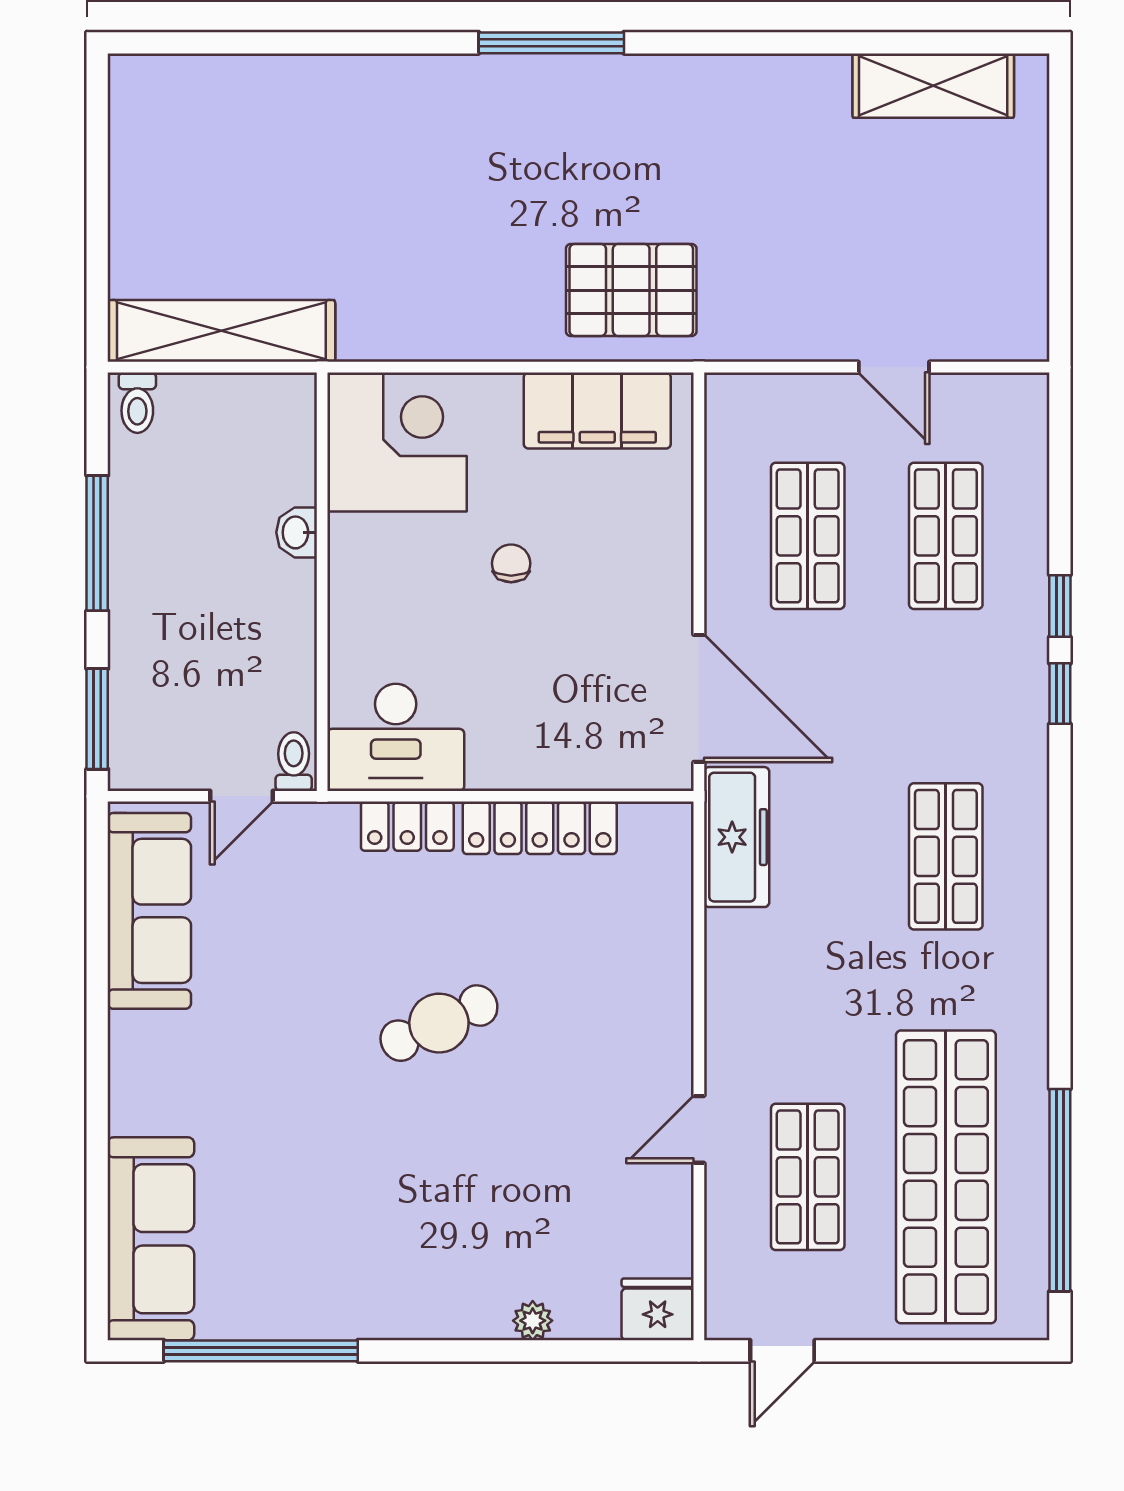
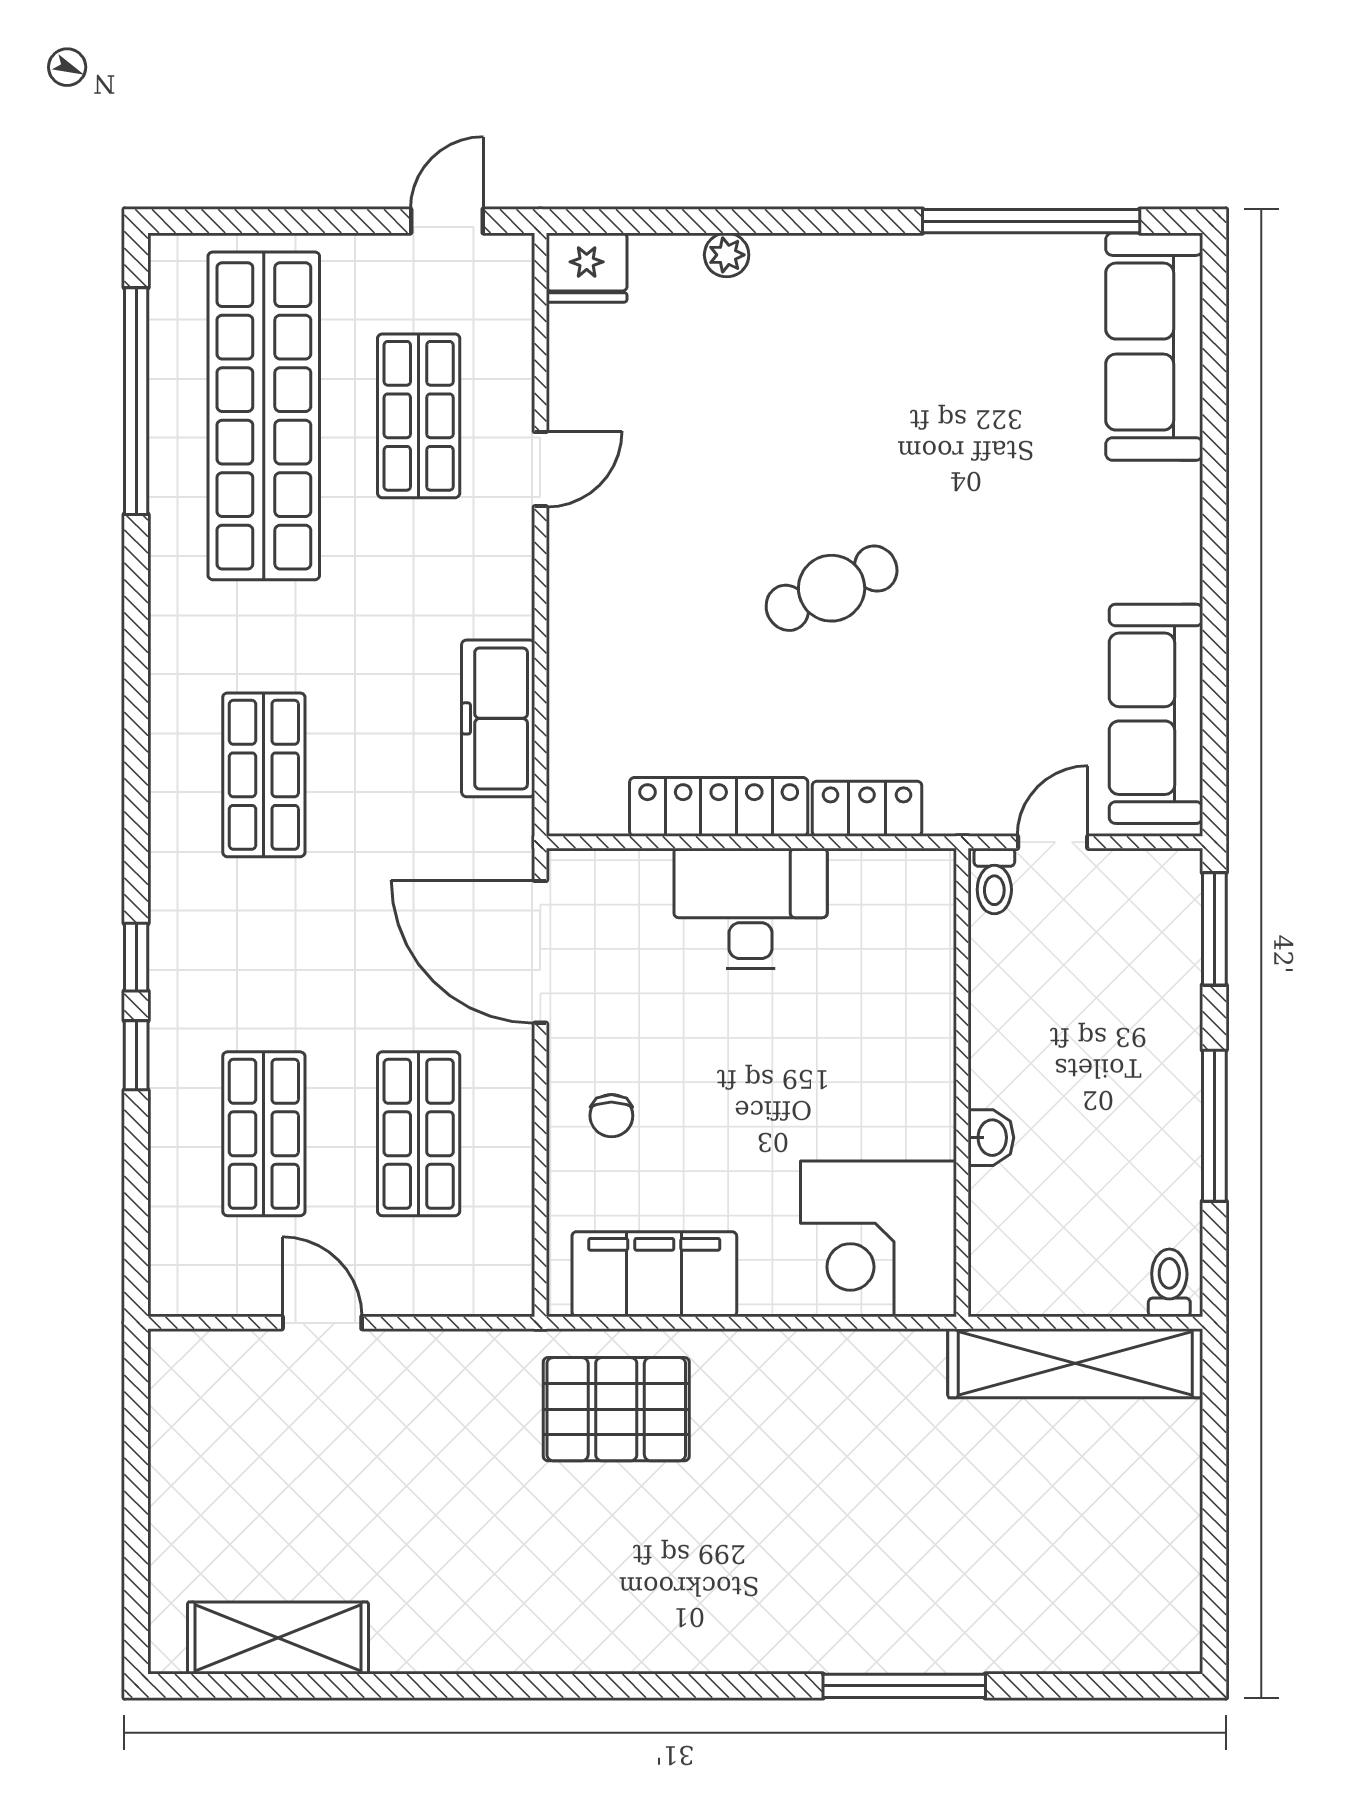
window: (551, 43) -> (904, 1686), moved
chair: (511, 563) -> (611, 1116), moved
desk: (396, 737) -> (751, 908), moved
freezer: (737, 837) -> (498, 718), moved

